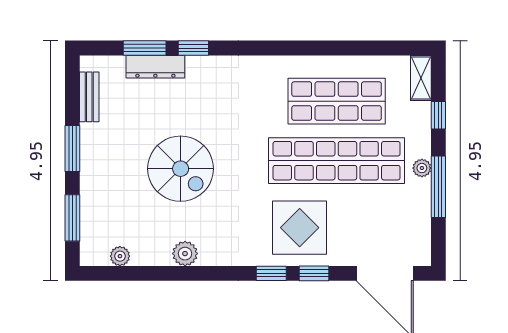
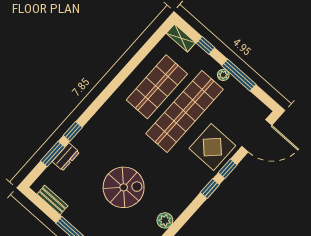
dresser: (155, 67) -> (66, 157), width x0.70
display table: (300, 228) -> (212, 147), moved

